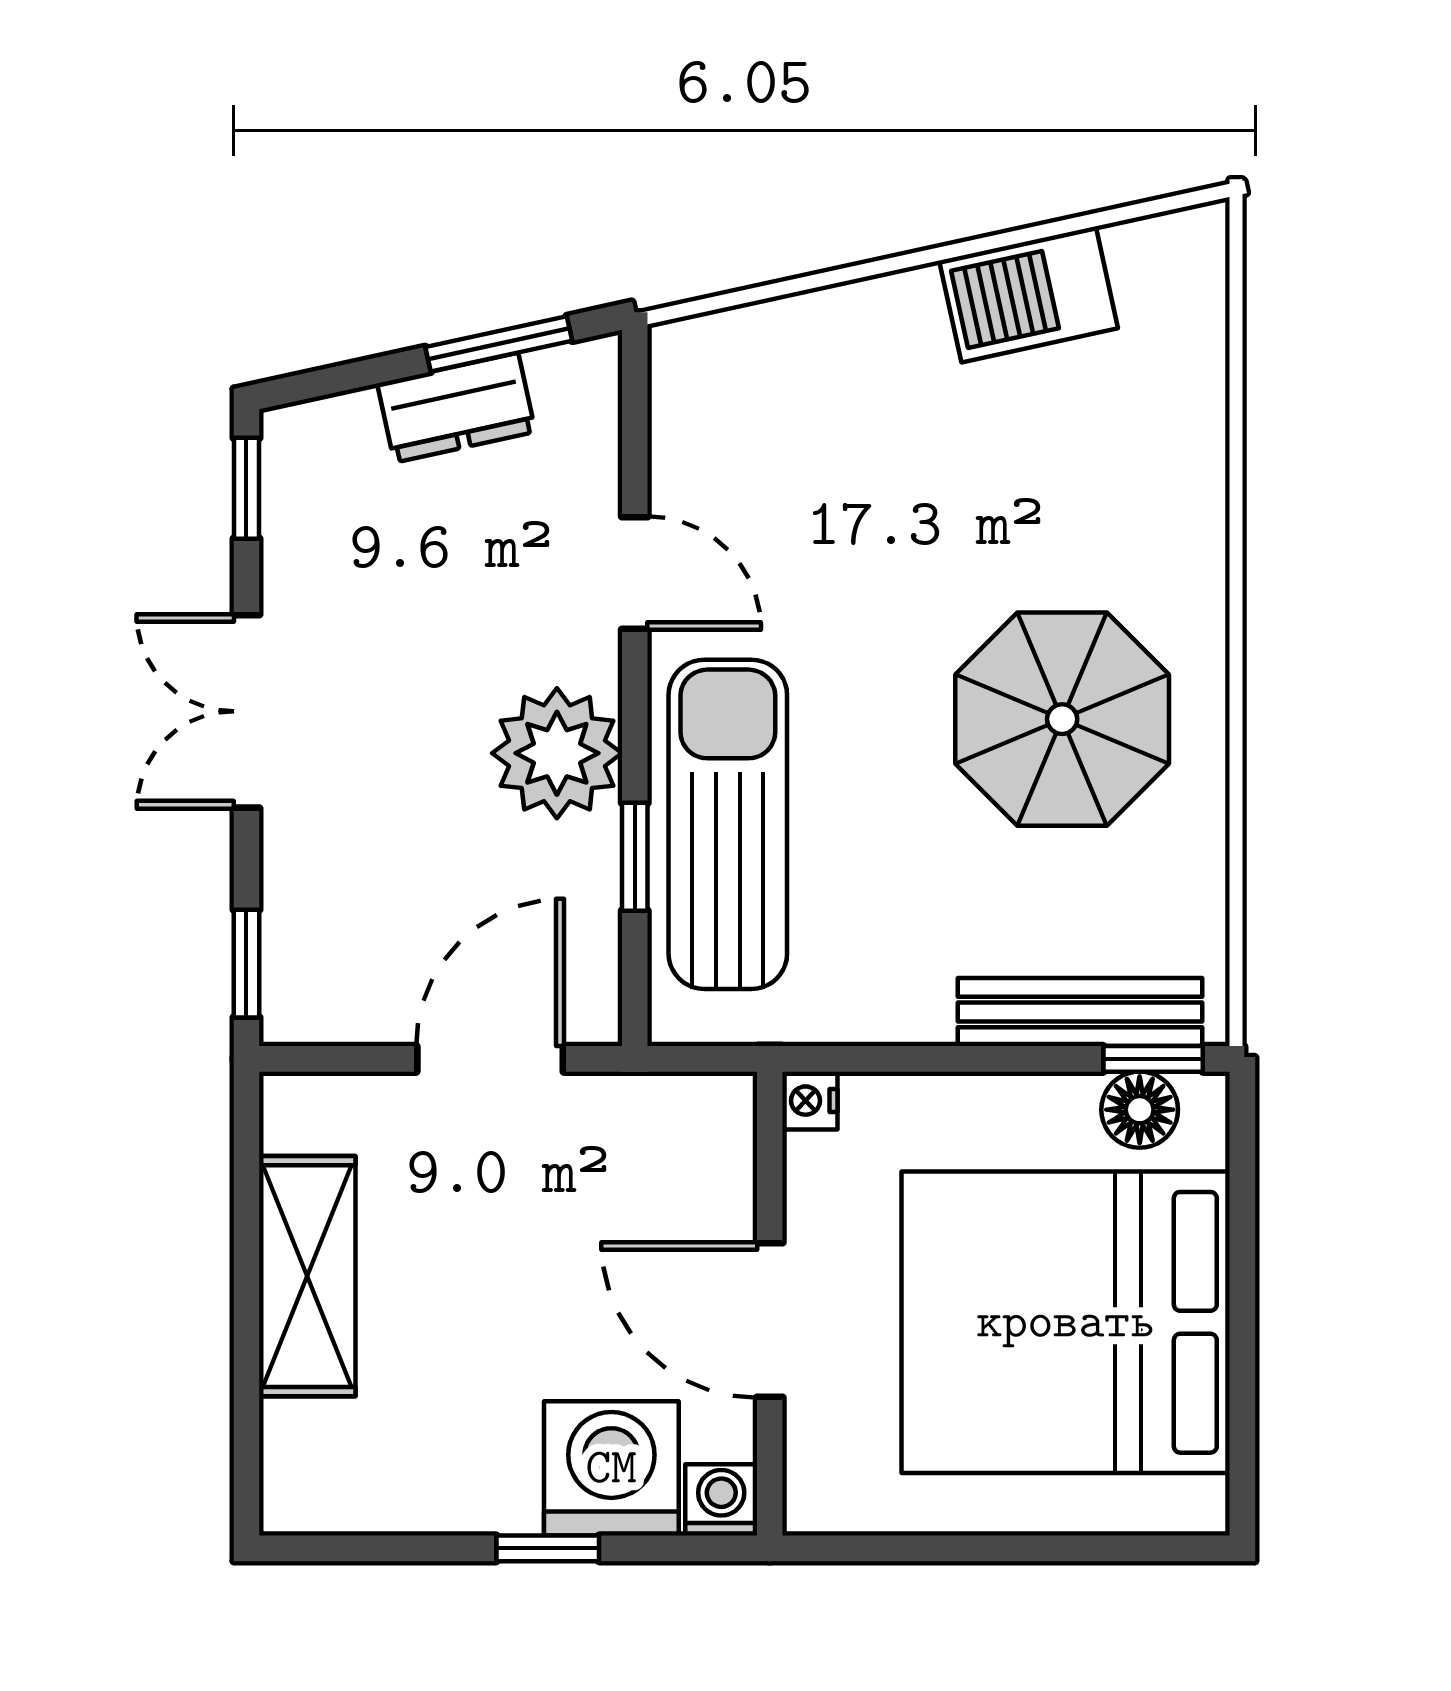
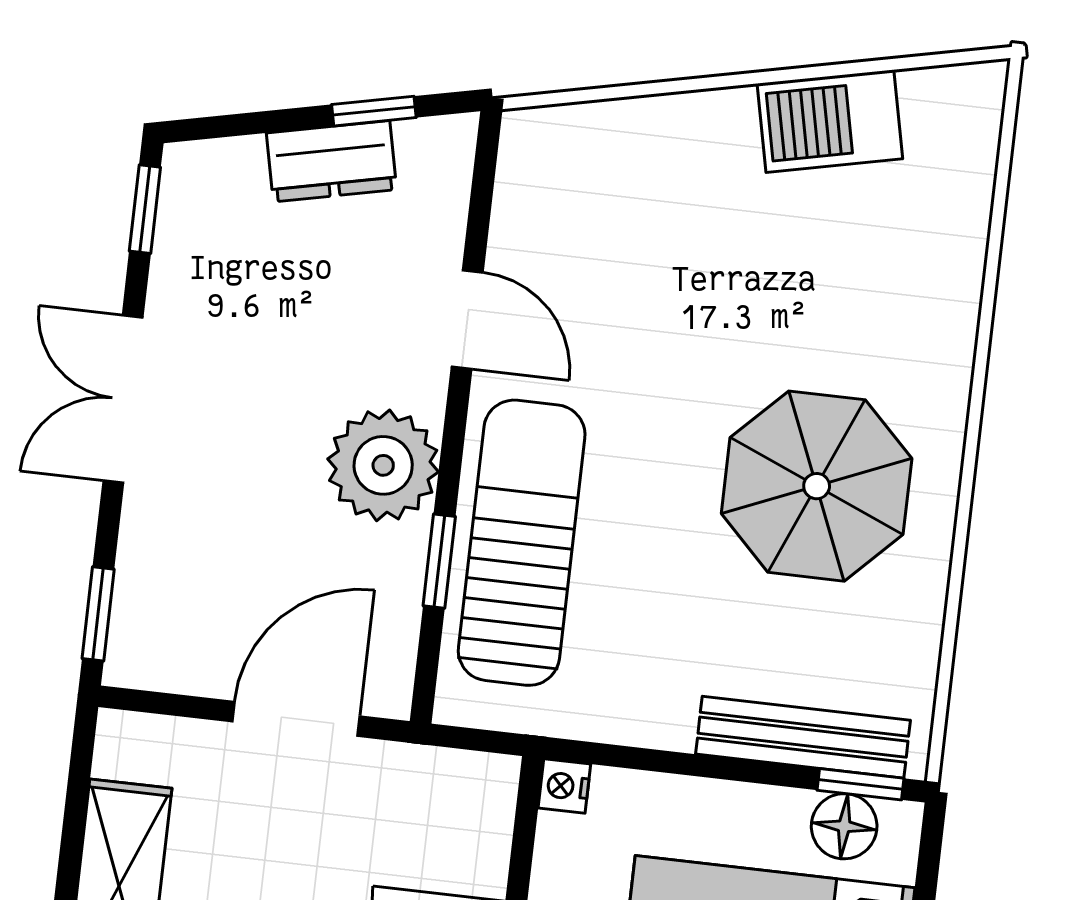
window: (499, 344) -> (374, 111), width x0.67

